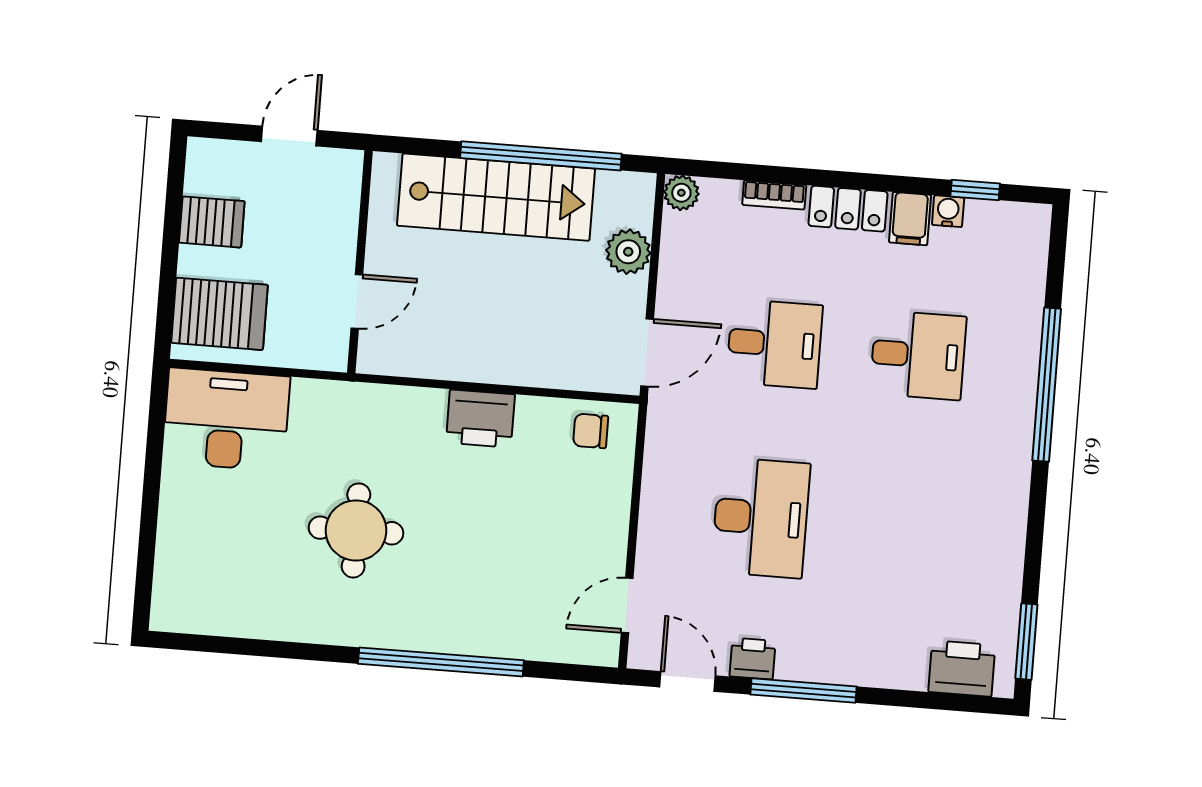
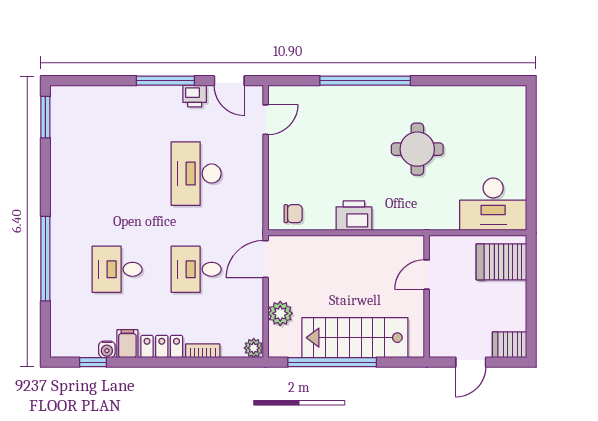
server rack: (212, 222) -> (510, 345), moved
printer: (962, 669) -> (80, 100), removed

